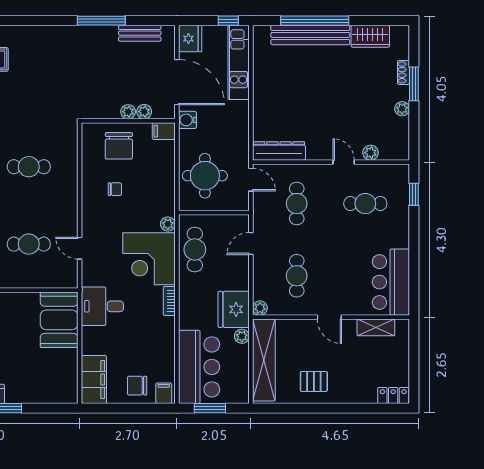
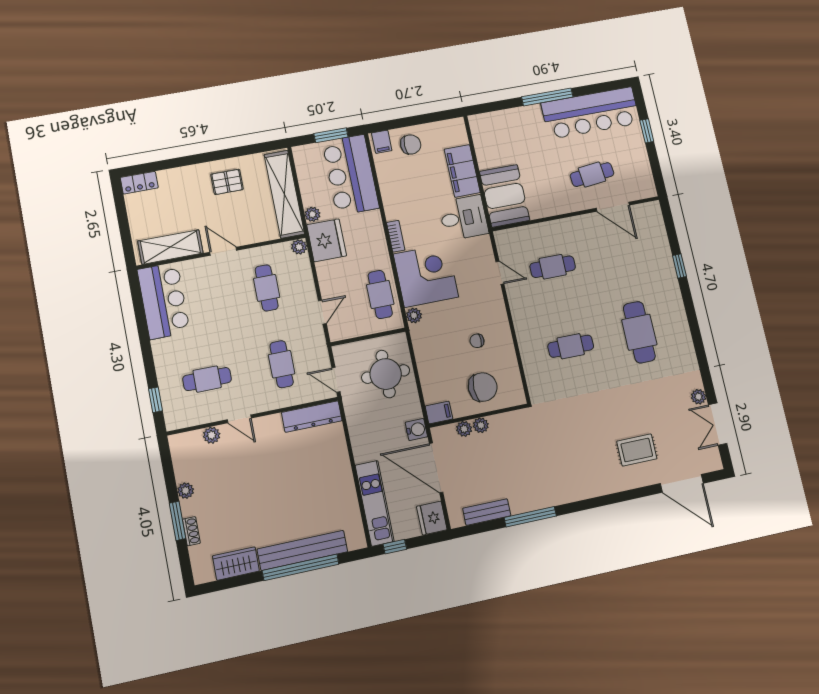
chair: (119, 146) -> (483, 387), turned 90
shelving: (376, 327) -> (170, 247), width x1.50, depth x1.33
filing cabinet: (94, 380) -> (462, 171), moved

